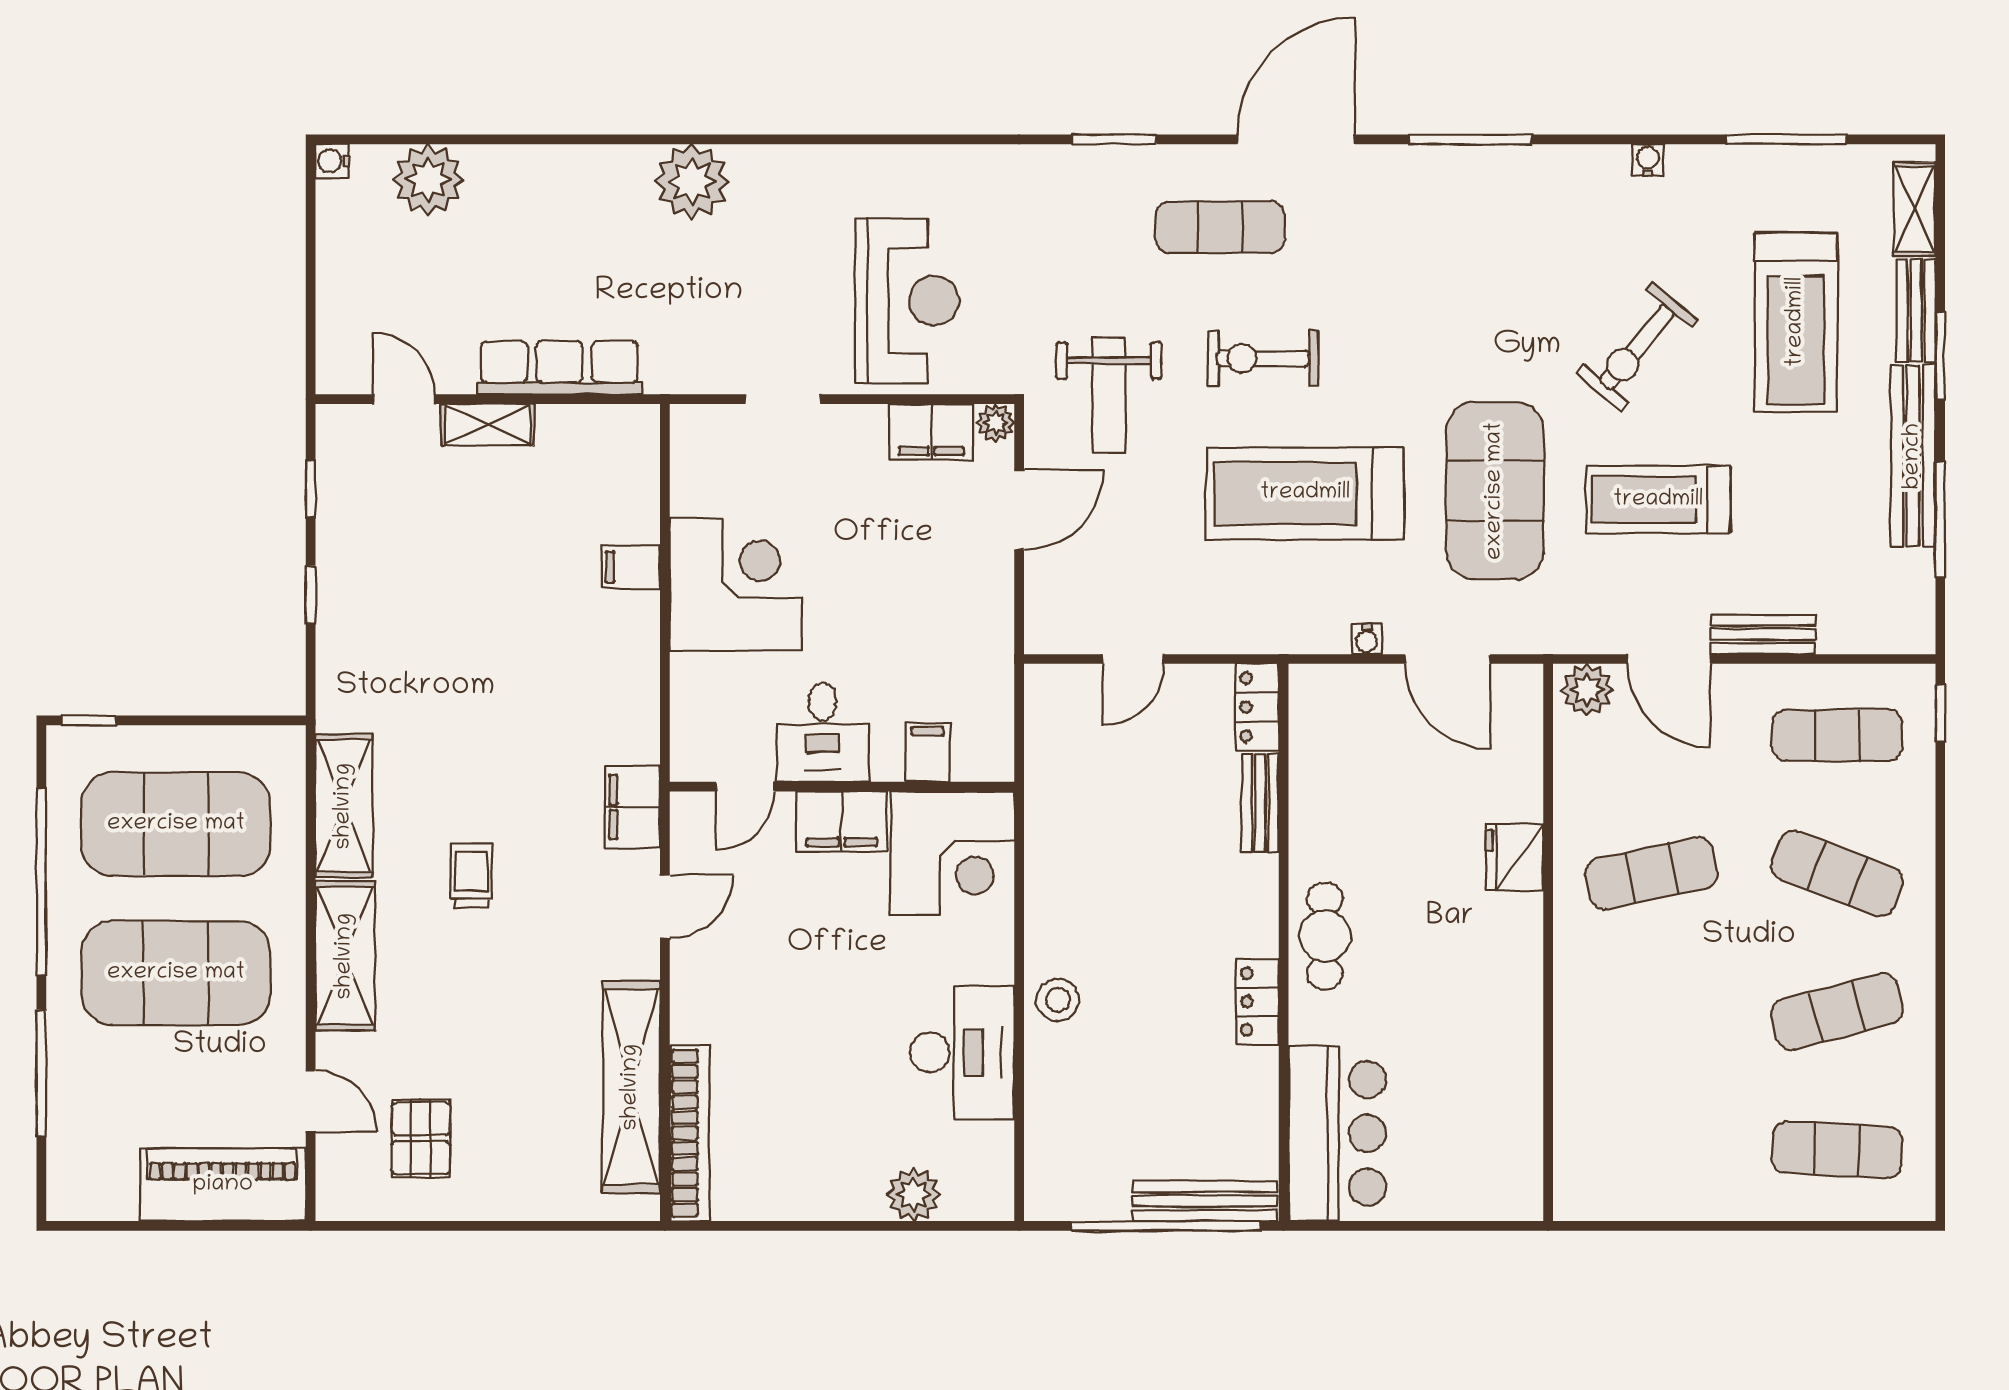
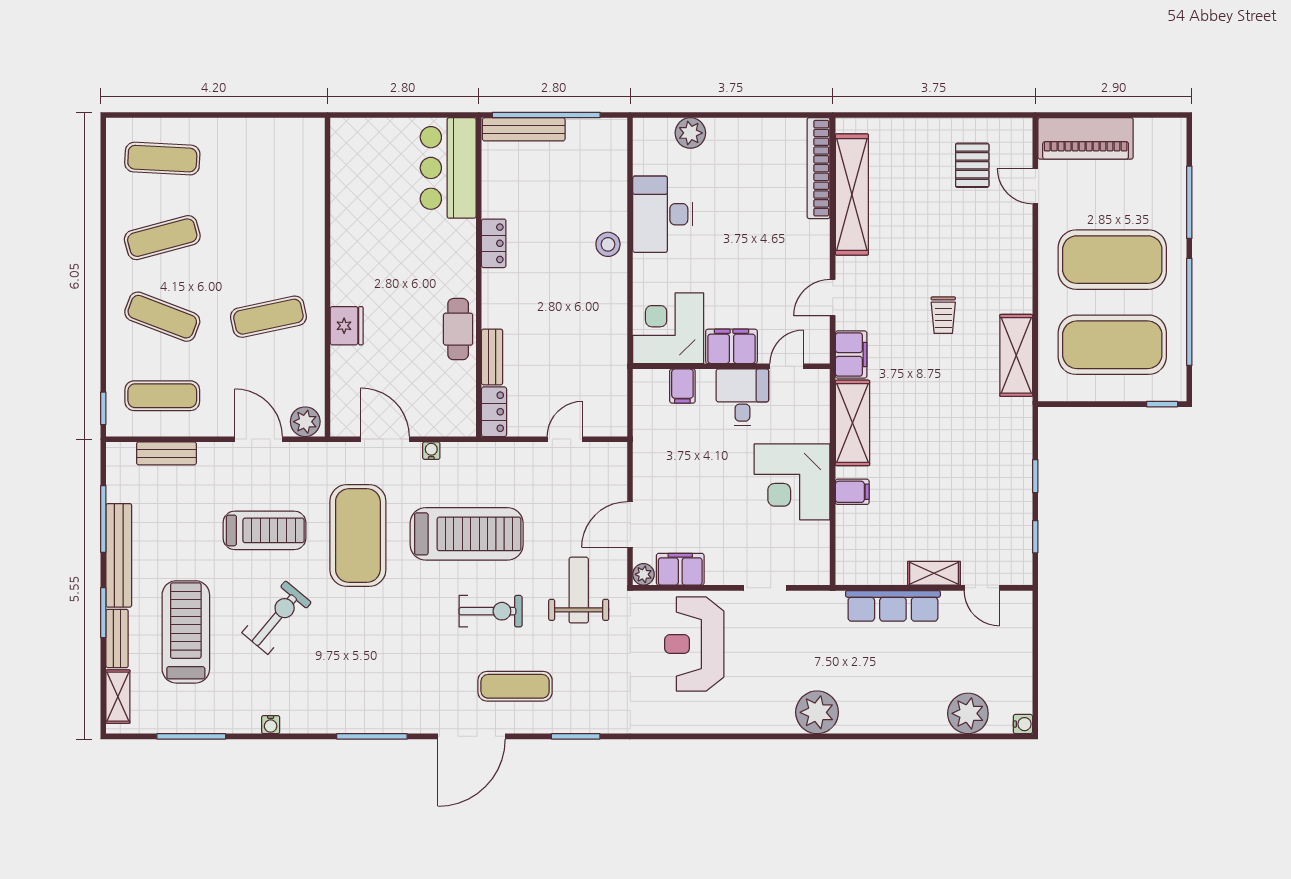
bench: (1763, 634) -> (166, 453), moved
cafe table: (1325, 936) -> (458, 329), moved
shelving: (345, 956) -> (852, 423), moved

